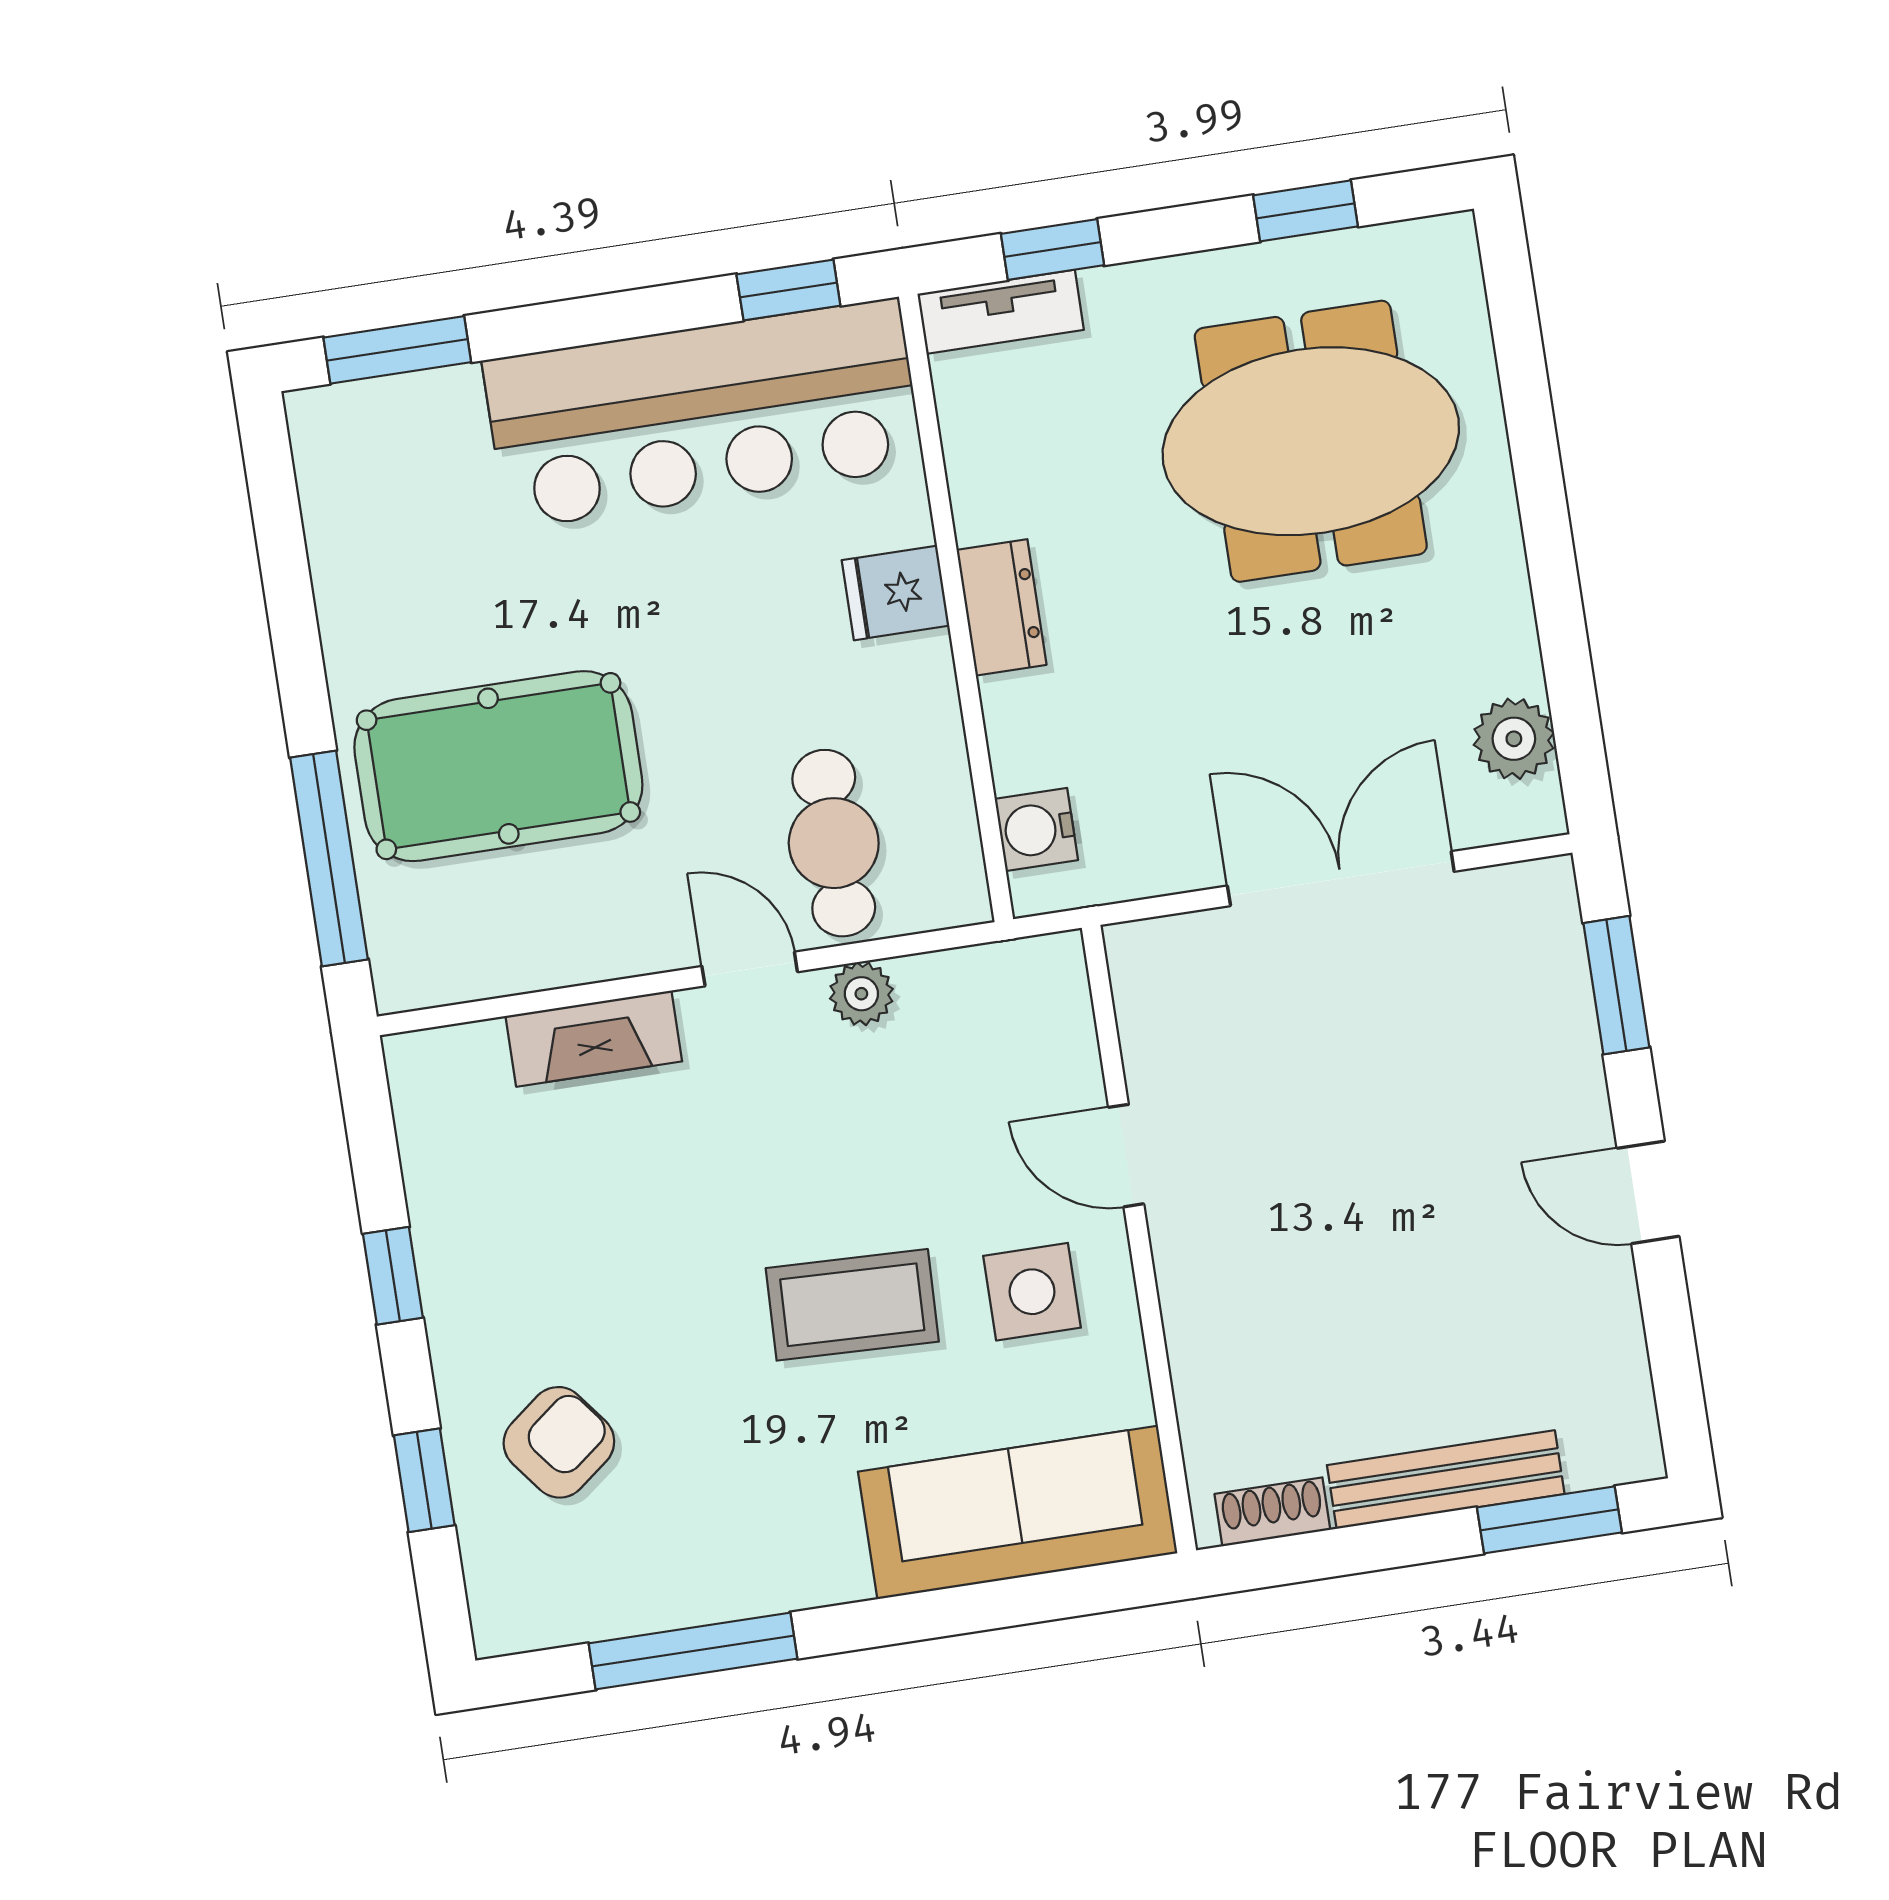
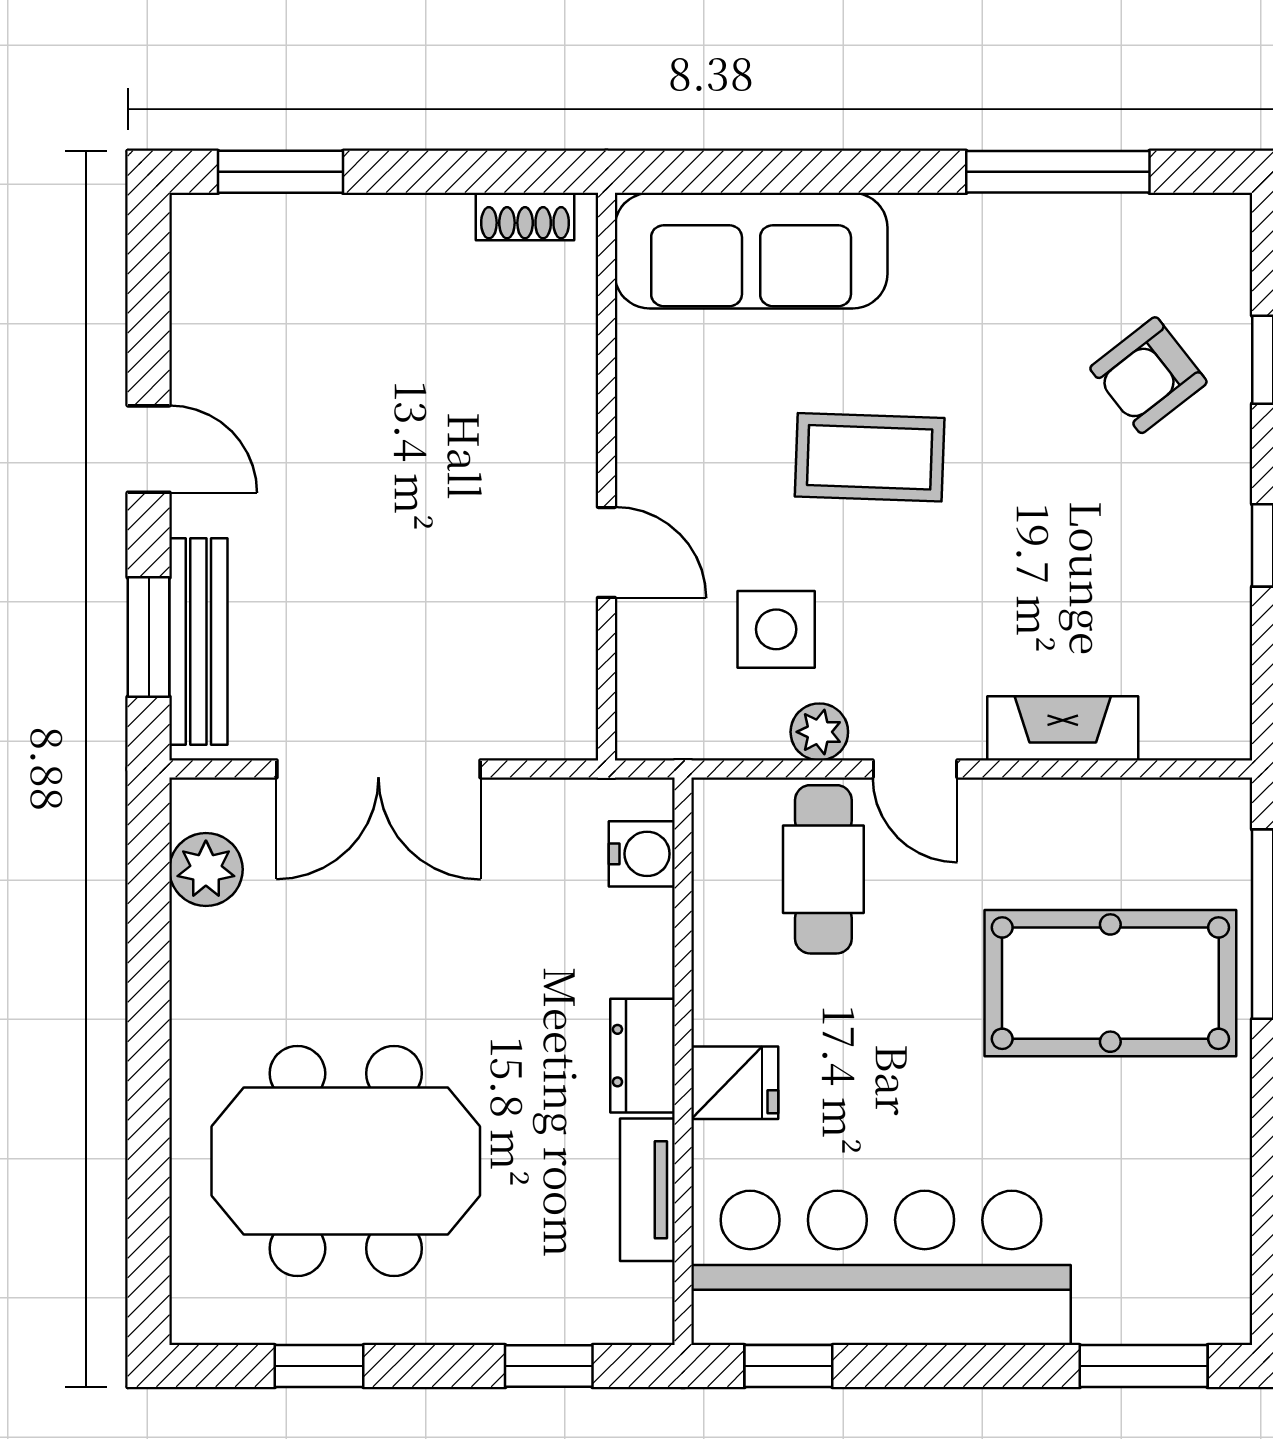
tv unit: (1001, 312) -> (647, 1190), moved, turned -90
side table: (1032, 1292) -> (776, 629), moved
bench: (1446, 1480) -> (198, 641), moved, turned 90

